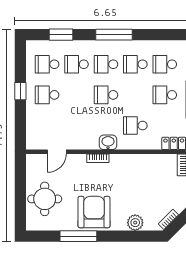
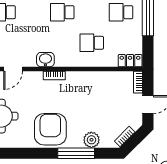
washbasin: (108, 142) -> (45, 60), moved
window: (78, 236) -> (76, 153), moved

